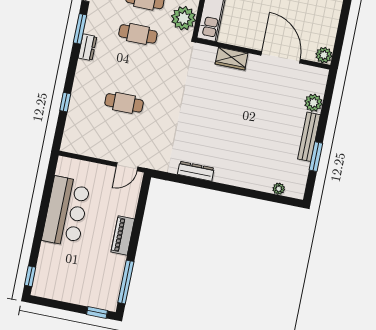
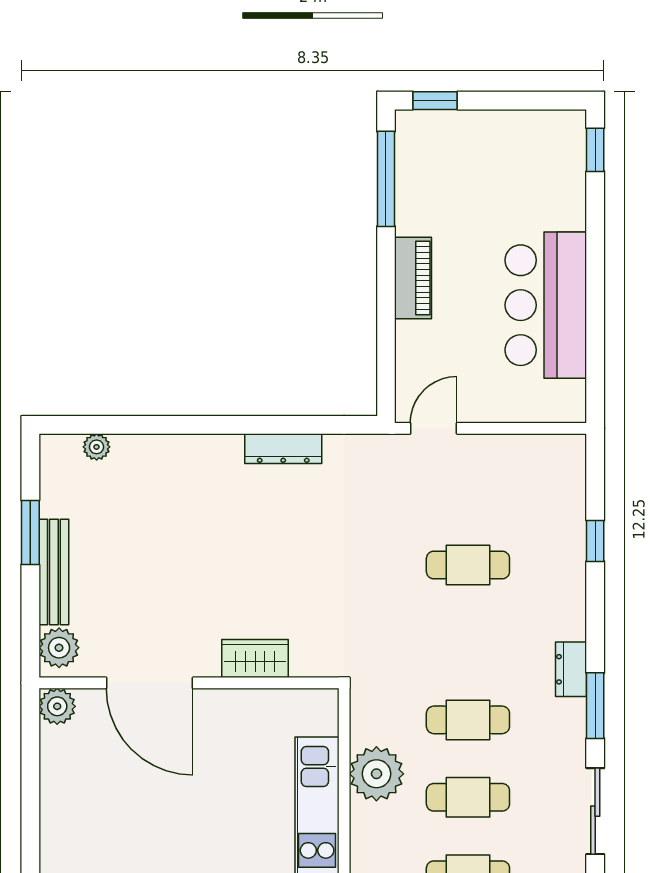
wall: (263, 54) -> (189, 683), moved
plant: (324, 55) -> (57, 706), moved
door: (281, 57) -> (150, 683), moved
wardrobe: (232, 59) -> (255, 658), moved

